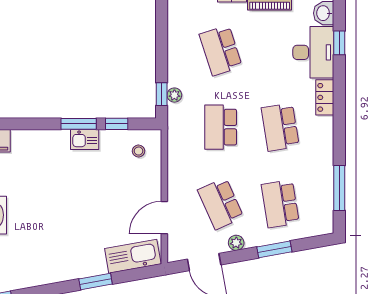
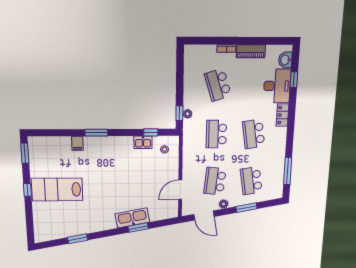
window: (79, 124) -> (96, 133), moved
kitchen sink: (85, 140) -> (143, 142), moved
school desk: (221, 204) -> (215, 181), turned 30
kitchen sink: (133, 256) -> (132, 218), moved

